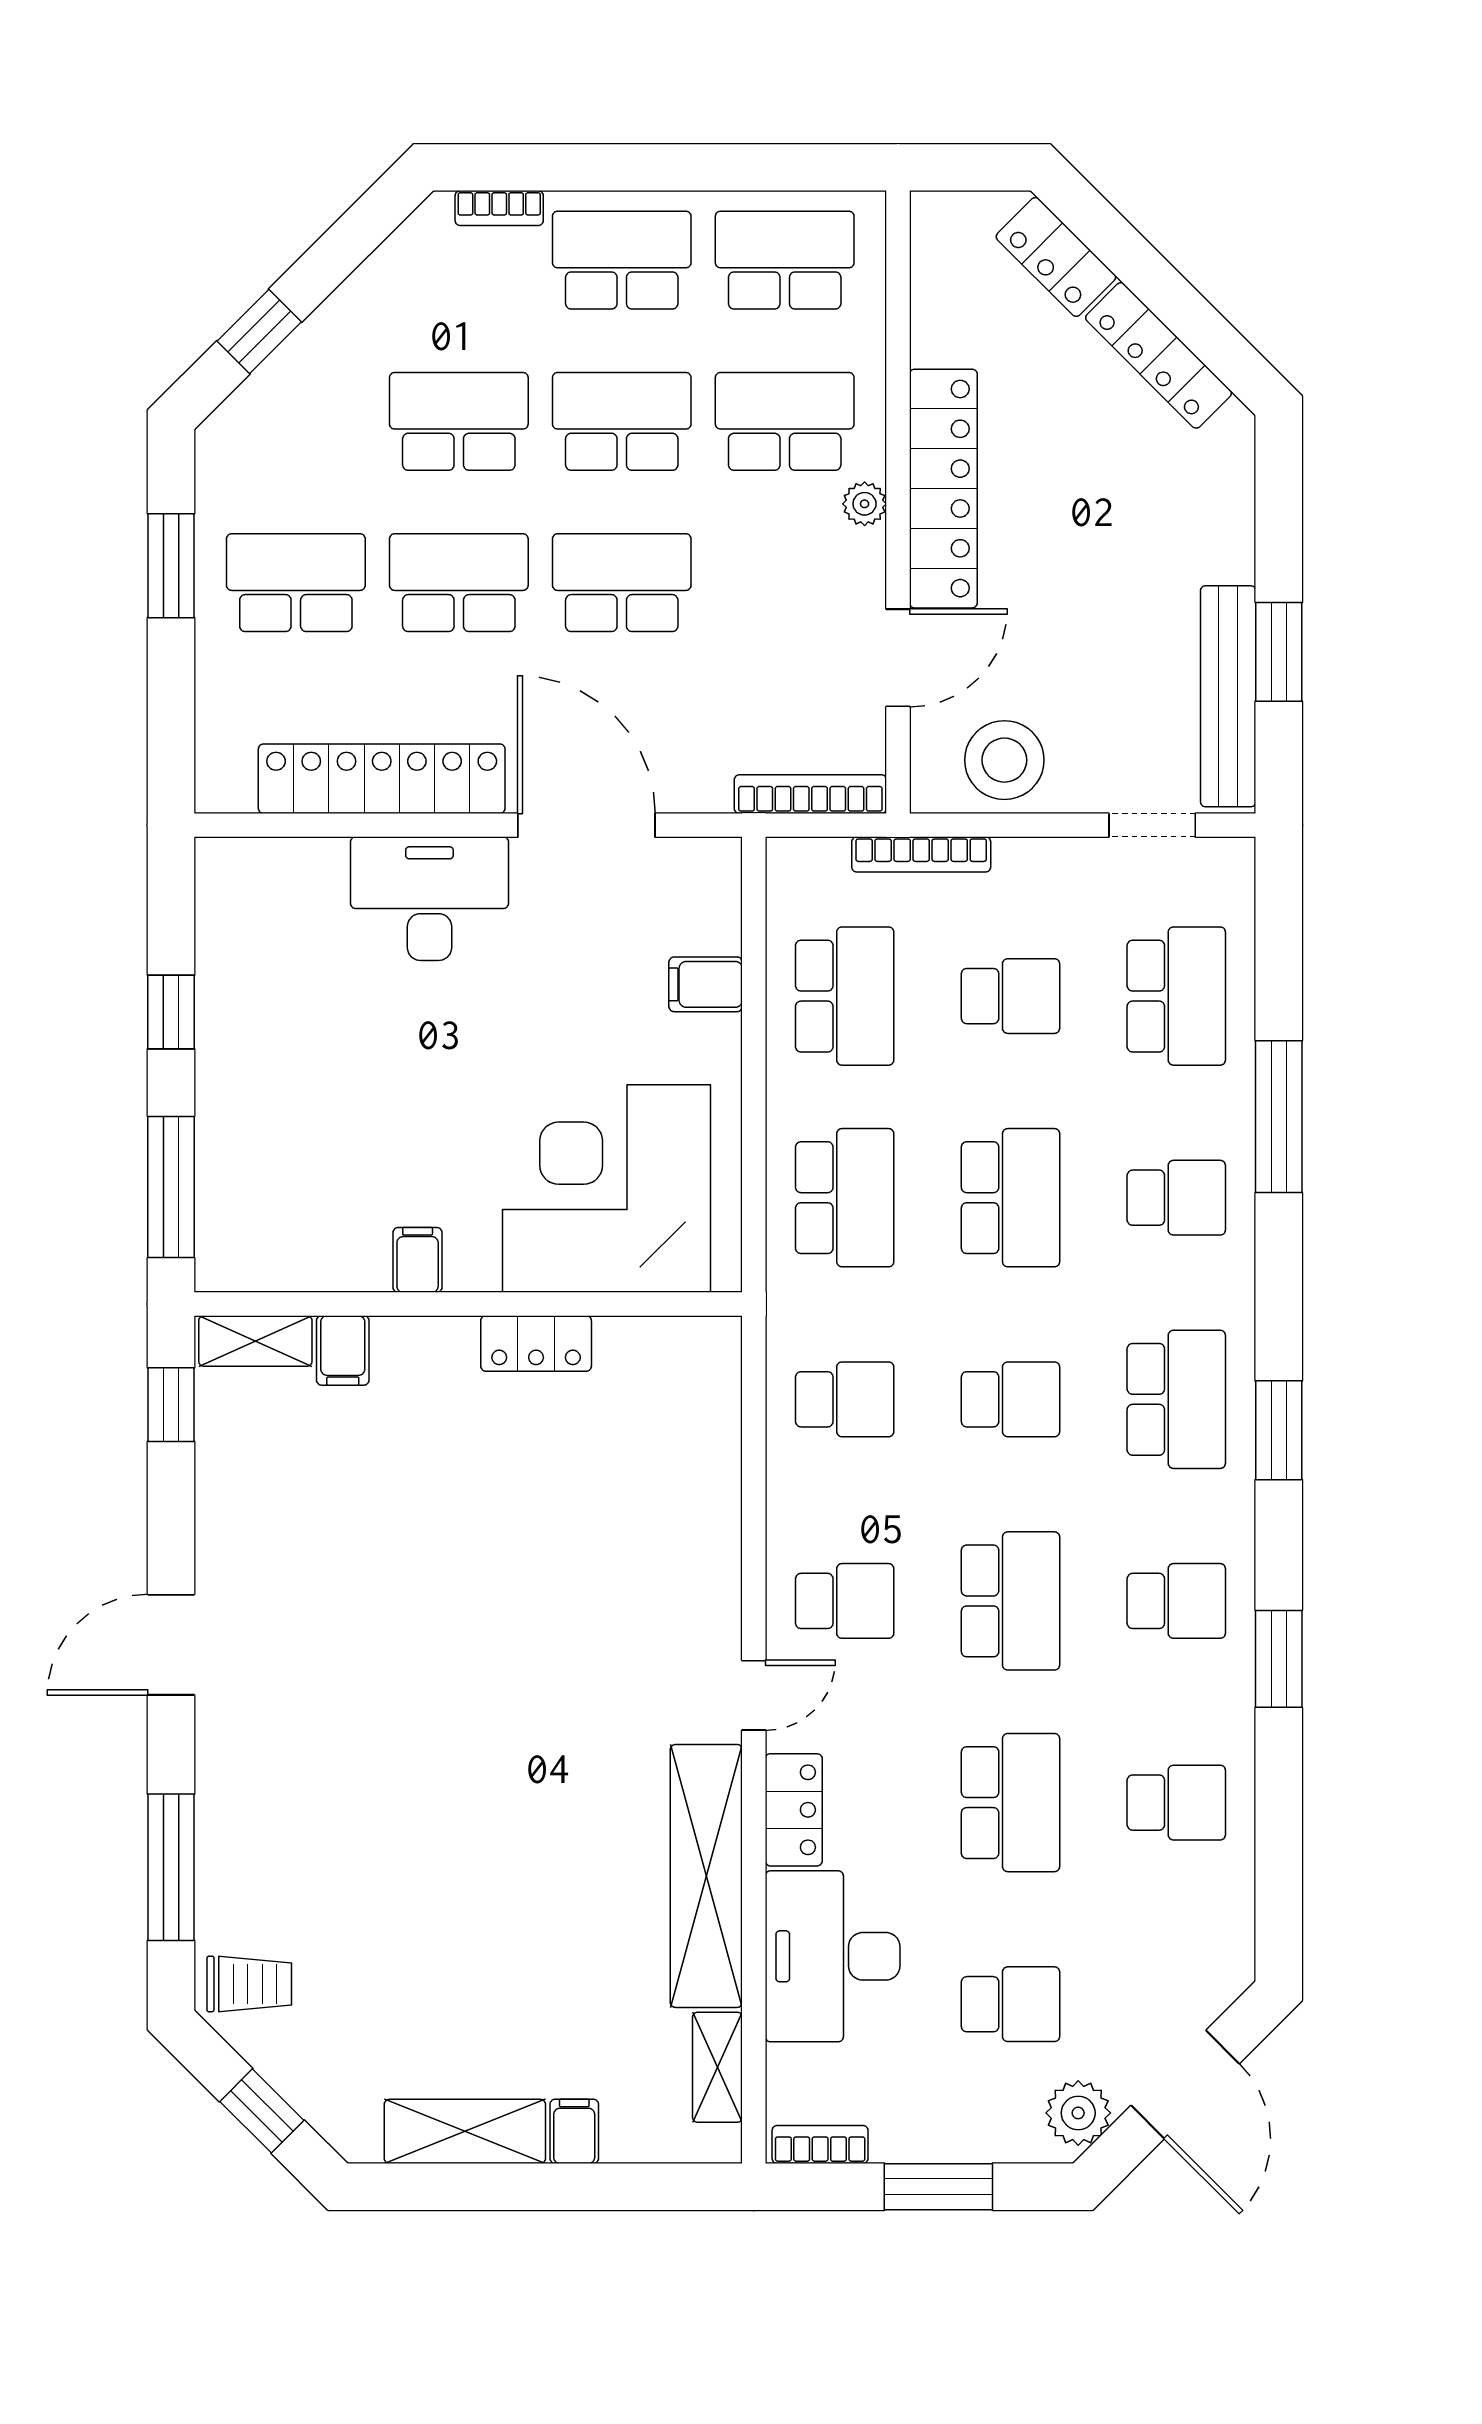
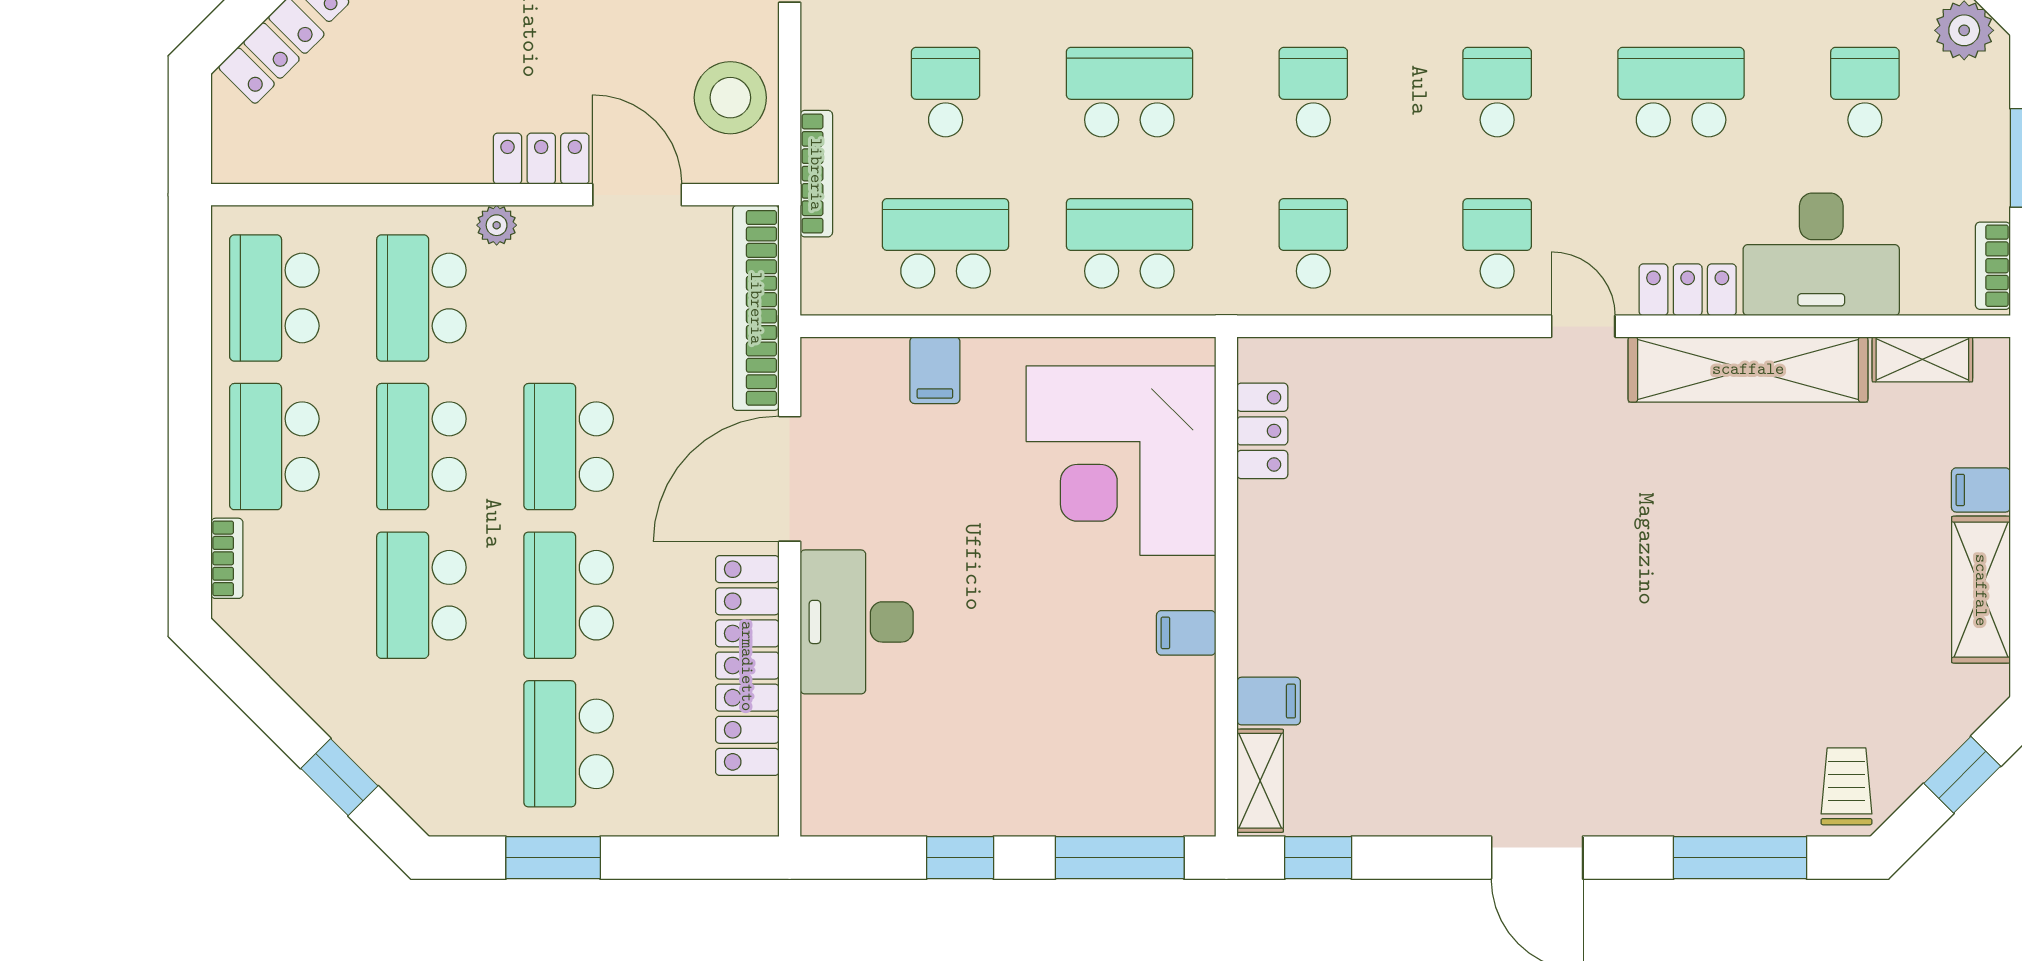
locker: (943, 489) -> (541, 159), width x0.46, depth x0.83
bookcase: (810, 794) -> (756, 308), width x1.48, depth x1.31
locker: (536, 1343) -> (1262, 431), moved
school desk: (1010, 1601) -> (1497, 92), width x0.54

